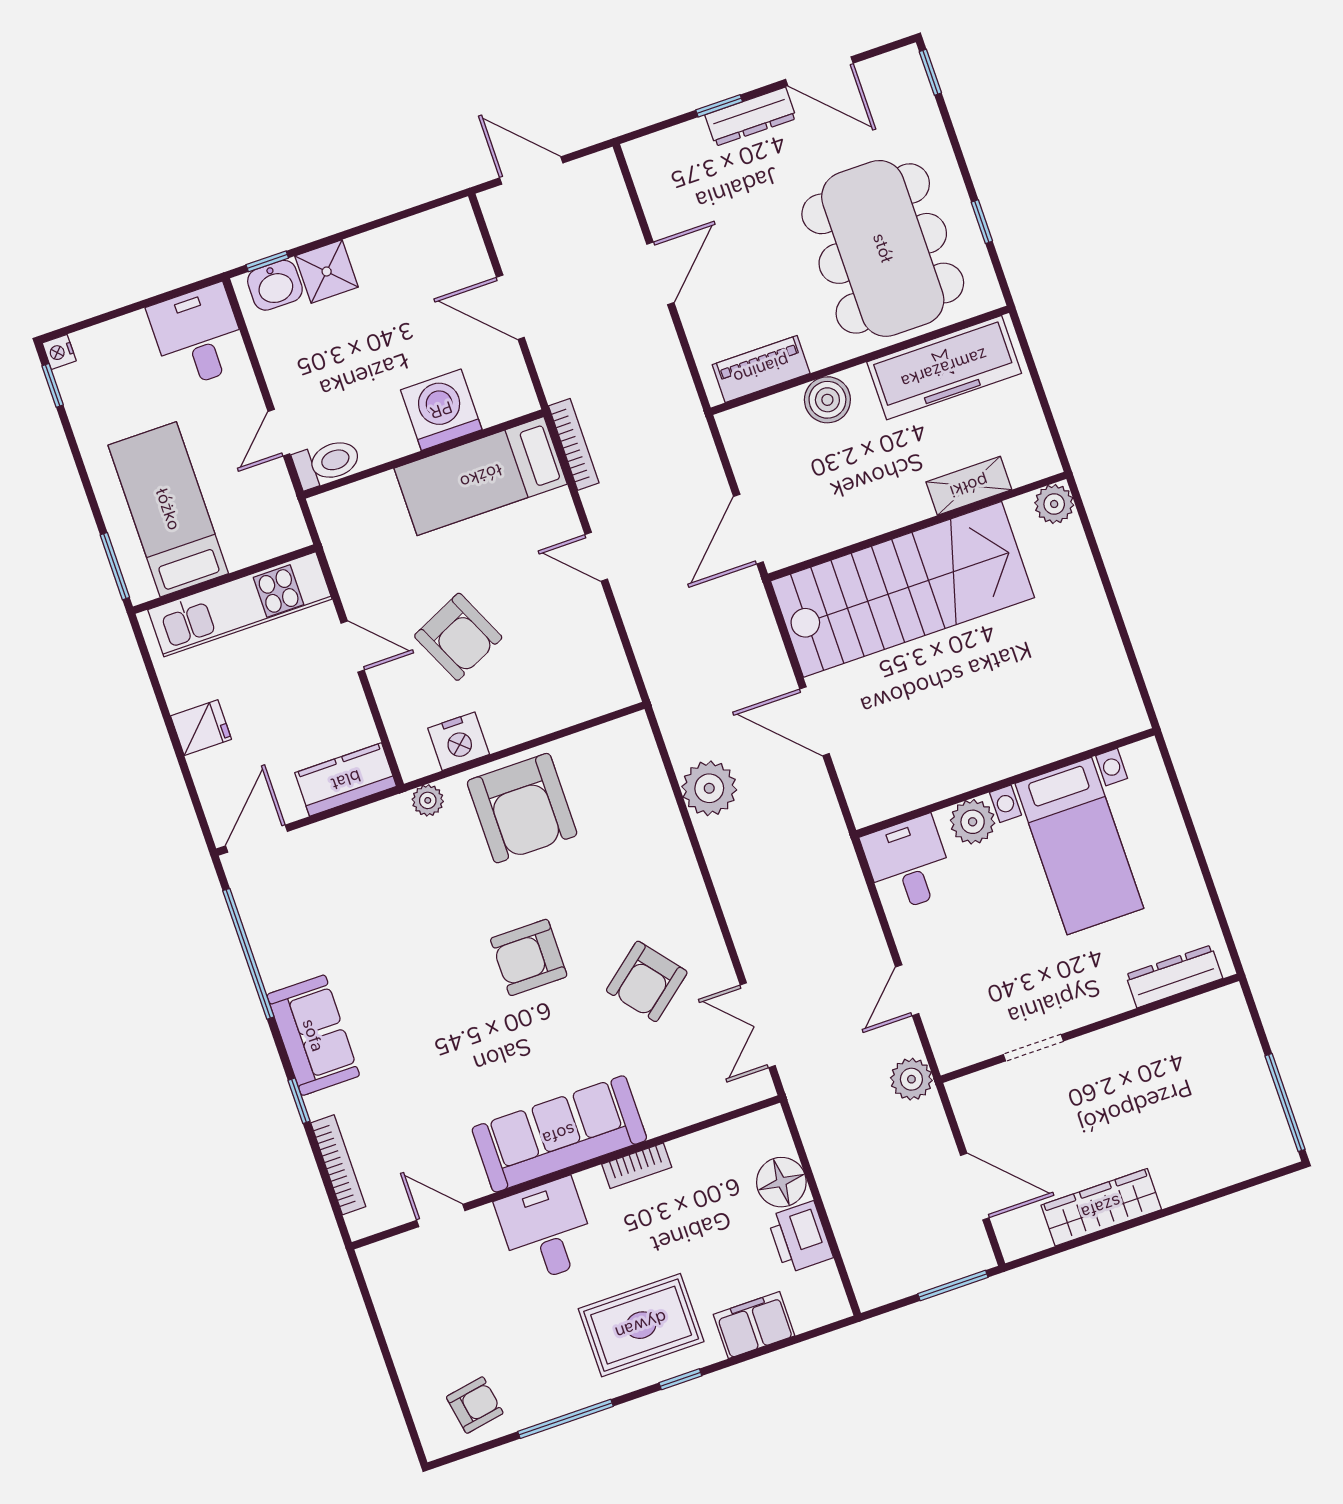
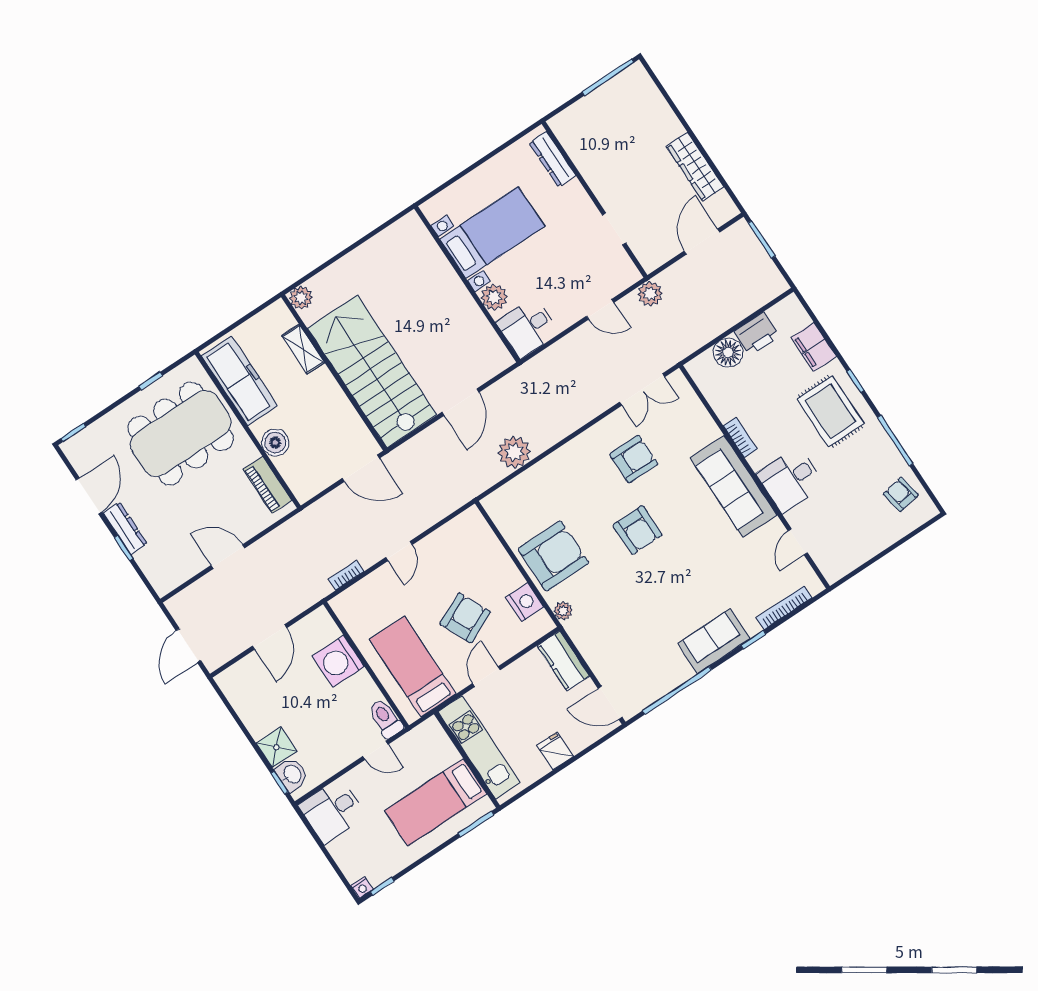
bookcase: (574, 444) -> (346, 575), width x0.64
bed: (481, 476) -> (413, 667), moved, turned 180
armchair: (647, 981) -> (634, 459), turned -51

